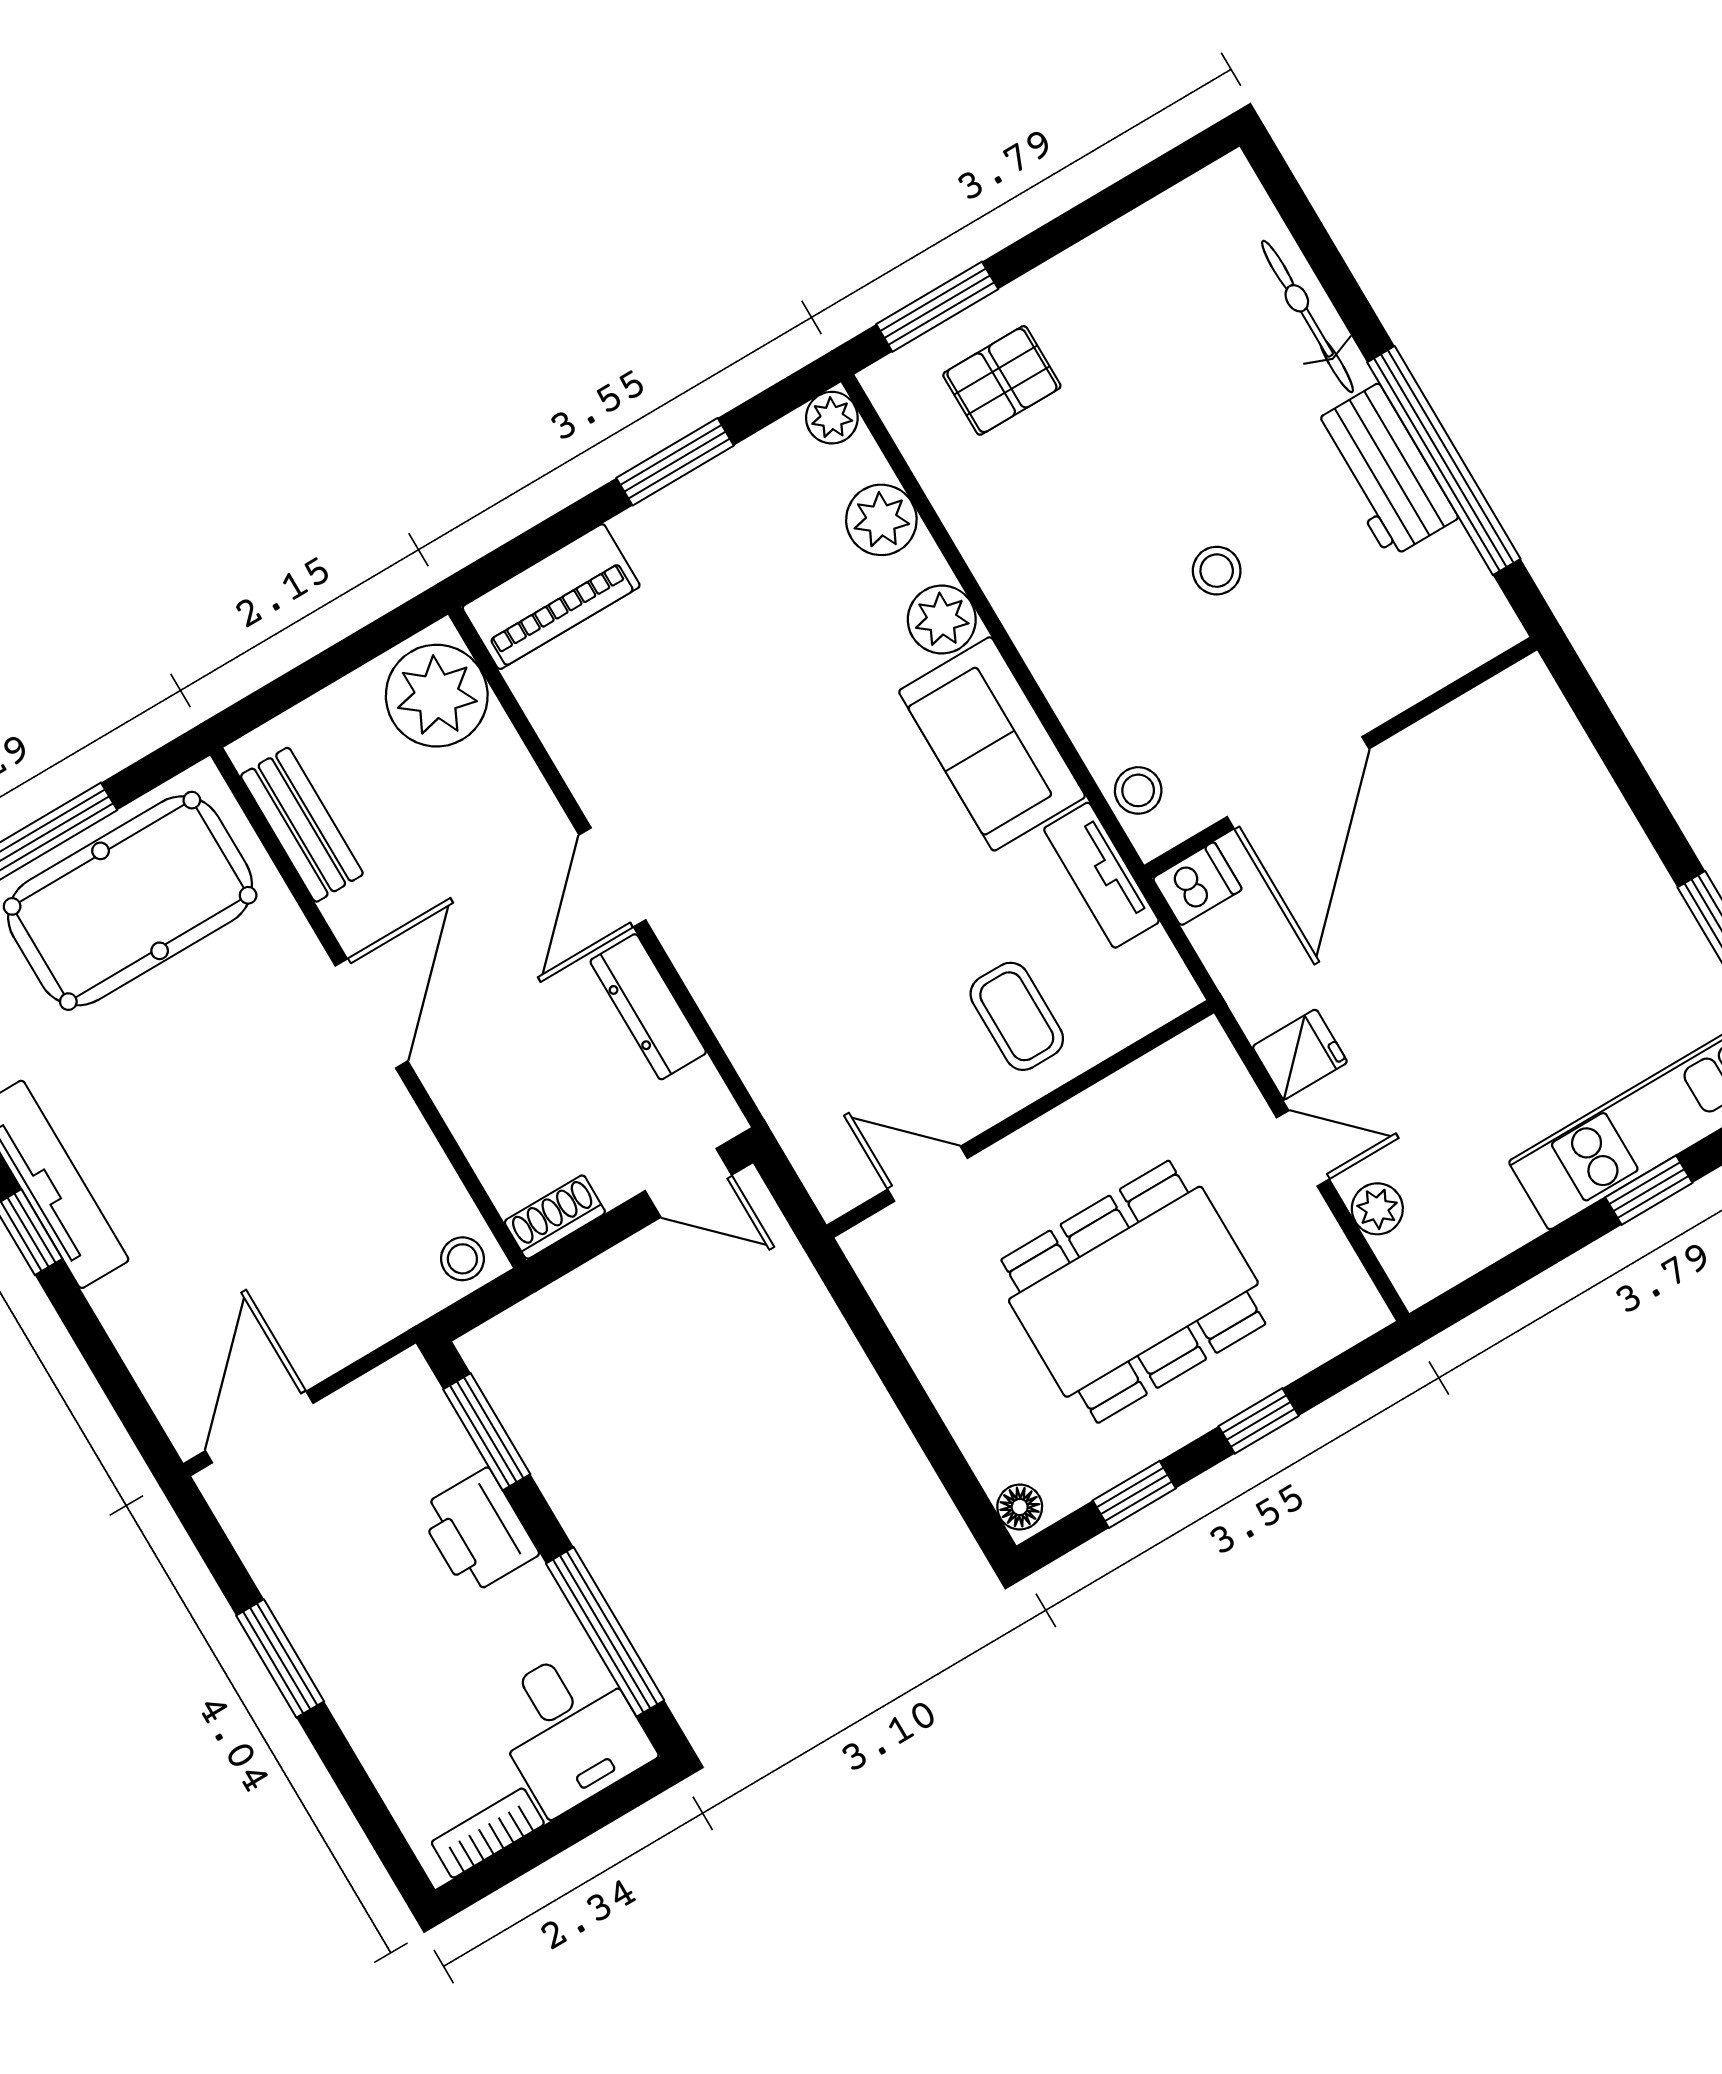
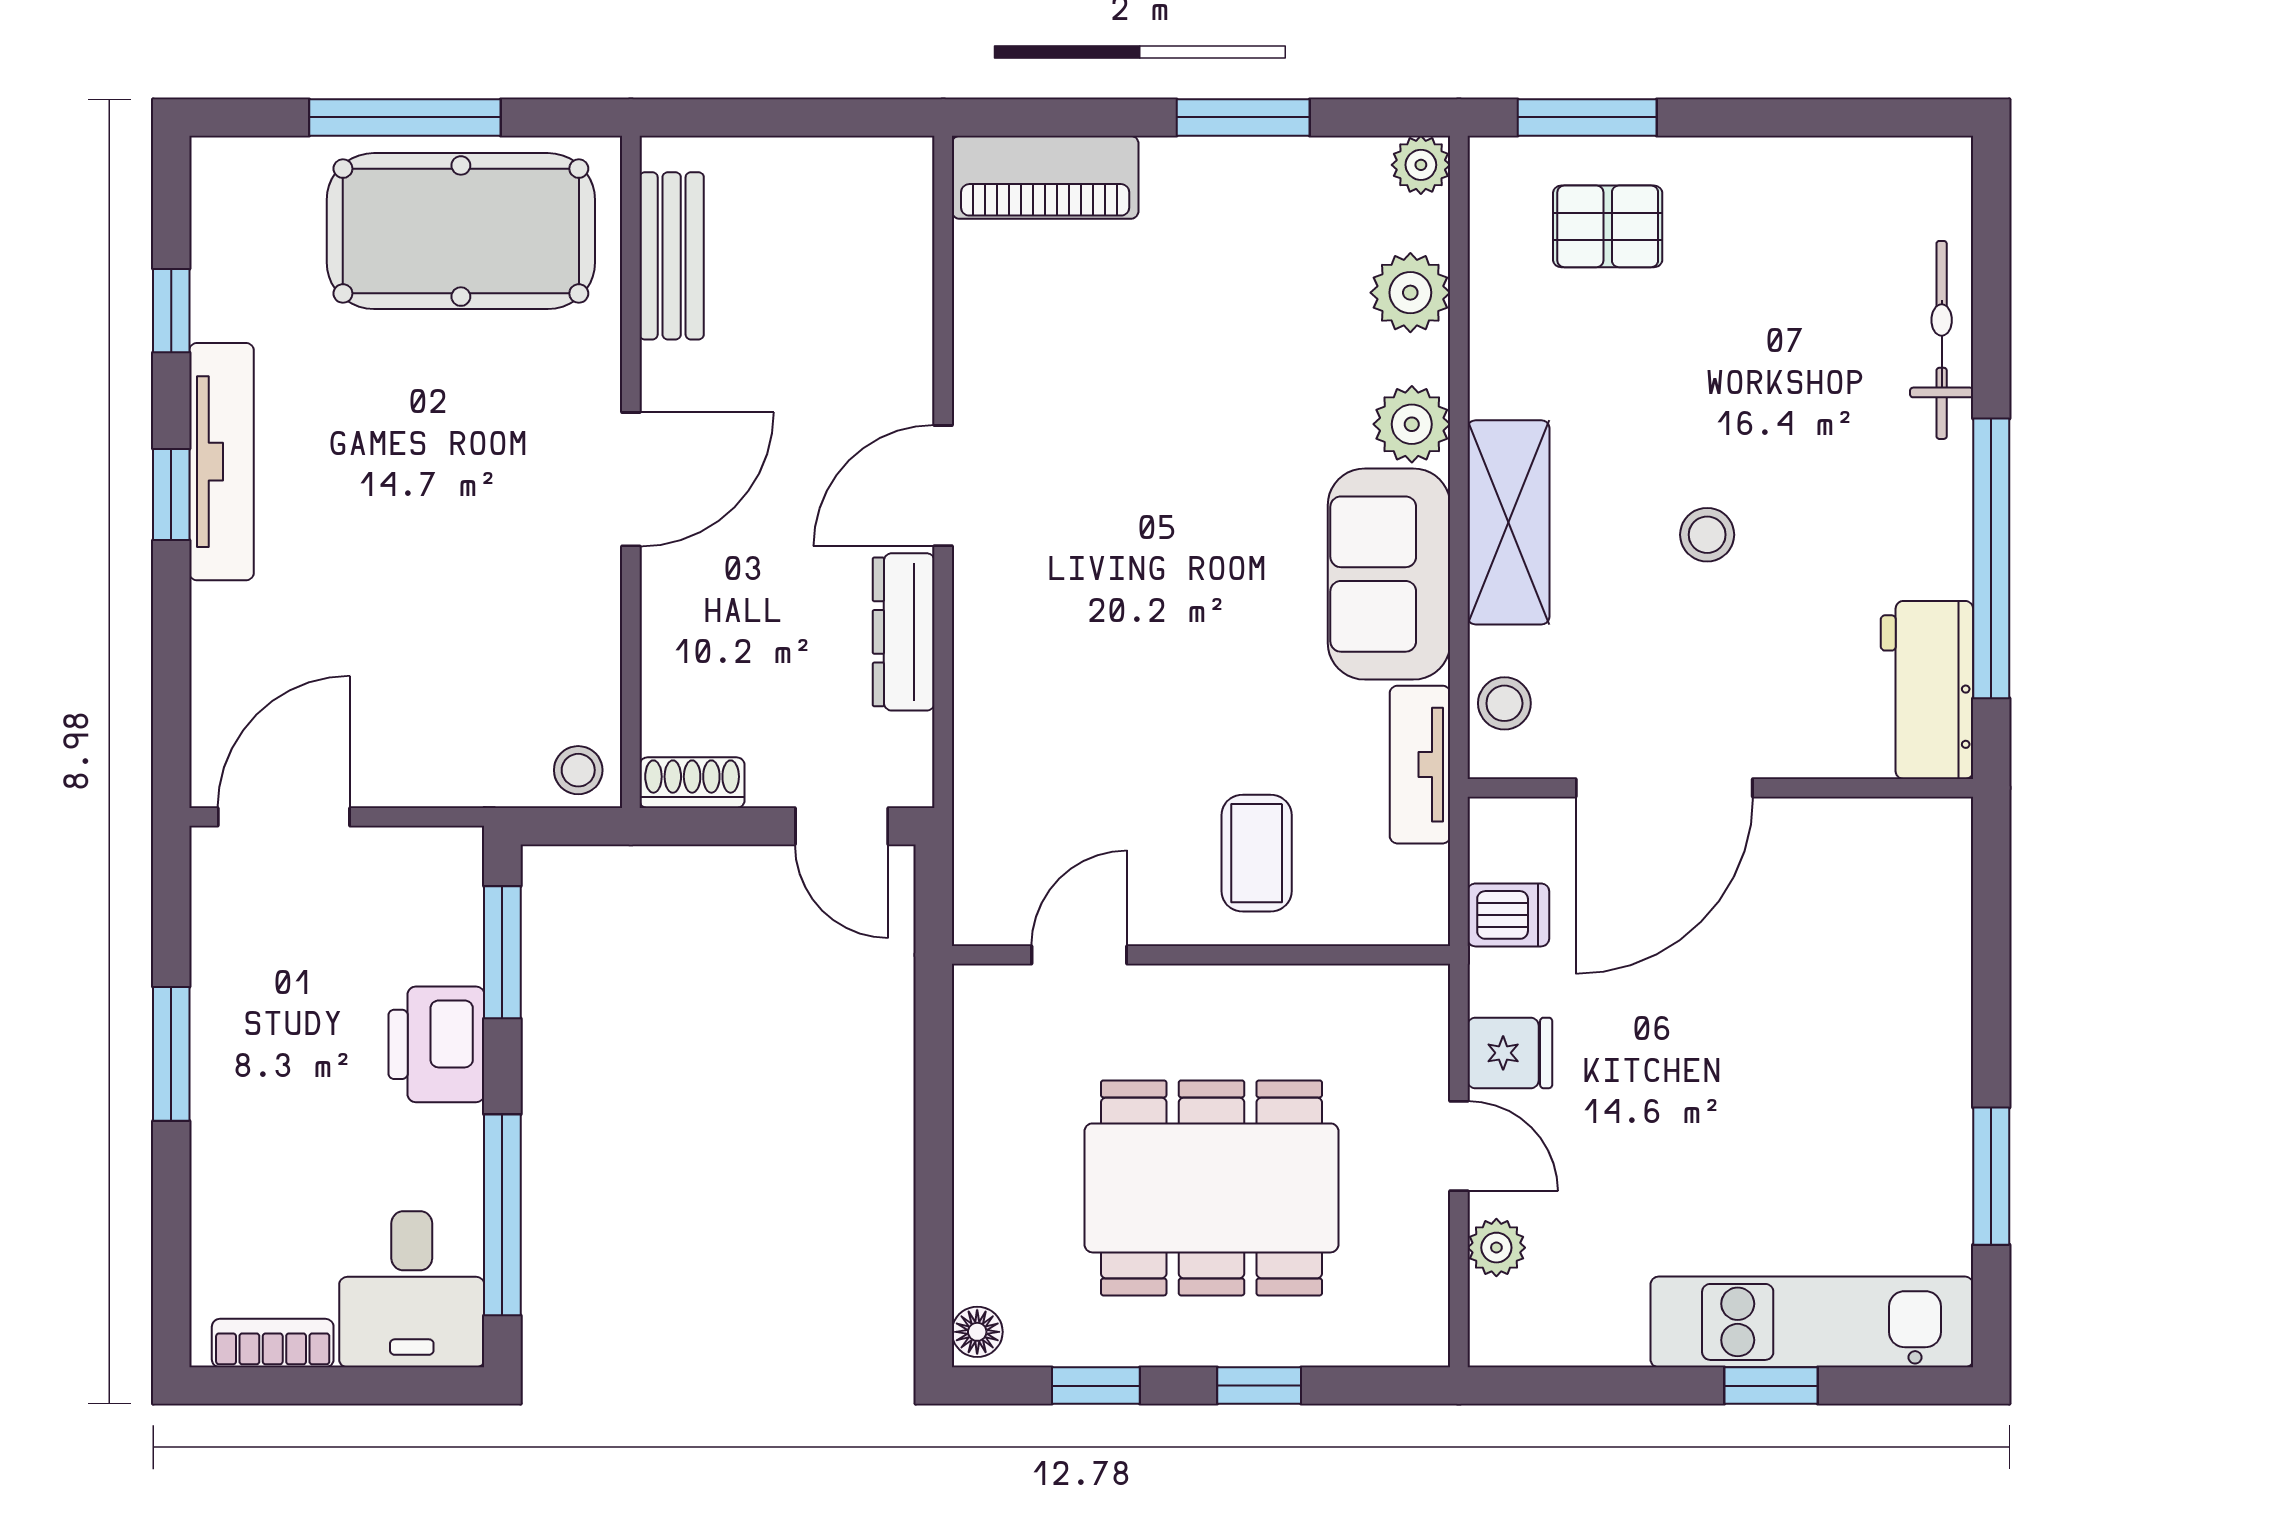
workbench: (1384, 471) -> (1927, 690), moved
shelving: (1060, 651) -> (1508, 522), added
plant: (437, 696) -> (877, 208), removed
dishwasher: (1197, 884) -> (1508, 915), moved
door: (928, 1174) -> (1079, 955), hinge flipped

